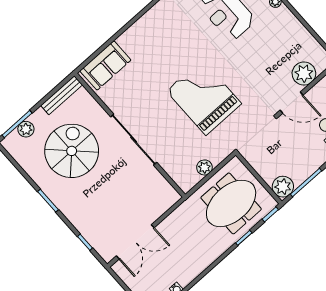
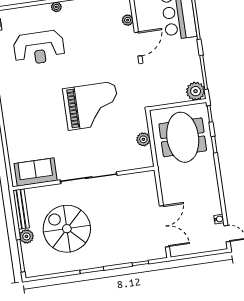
sofa: (105, 65) -> (36, 172), moved, turned -90
plant: (304, 74) -> (128, 20), width x0.53, depth x0.53
grand piano: (204, 97) -> (92, 106), turned 180
plant: (26, 129) -> (26, 236), moved

